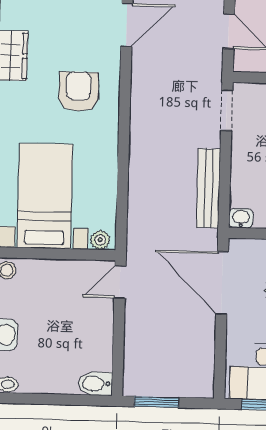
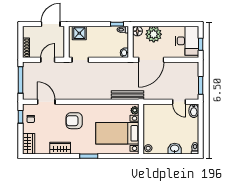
bench: (208, 188) -> (127, 95), moved
door: (120, 282) -> (179, 102), moved

